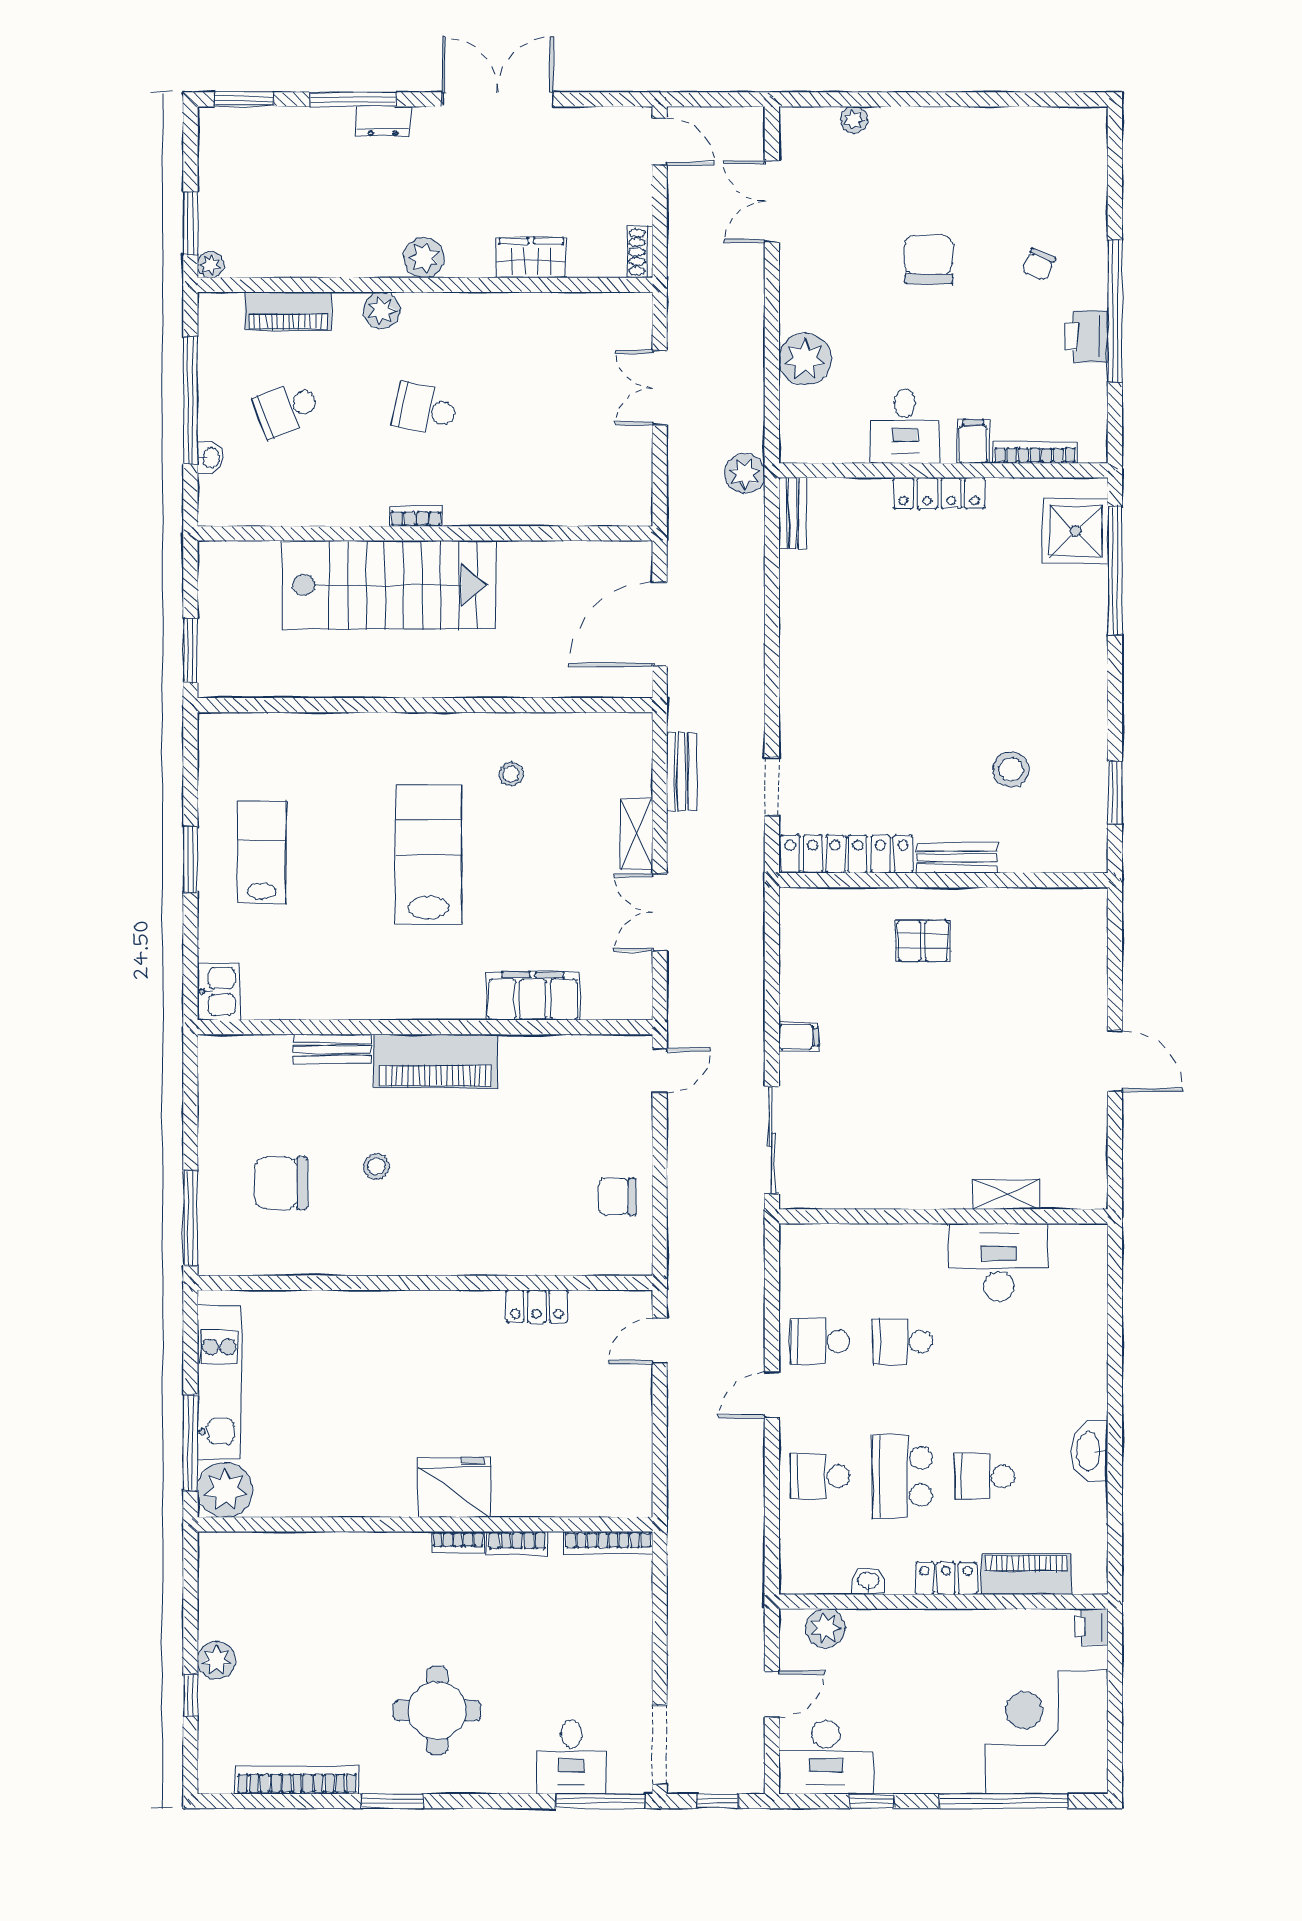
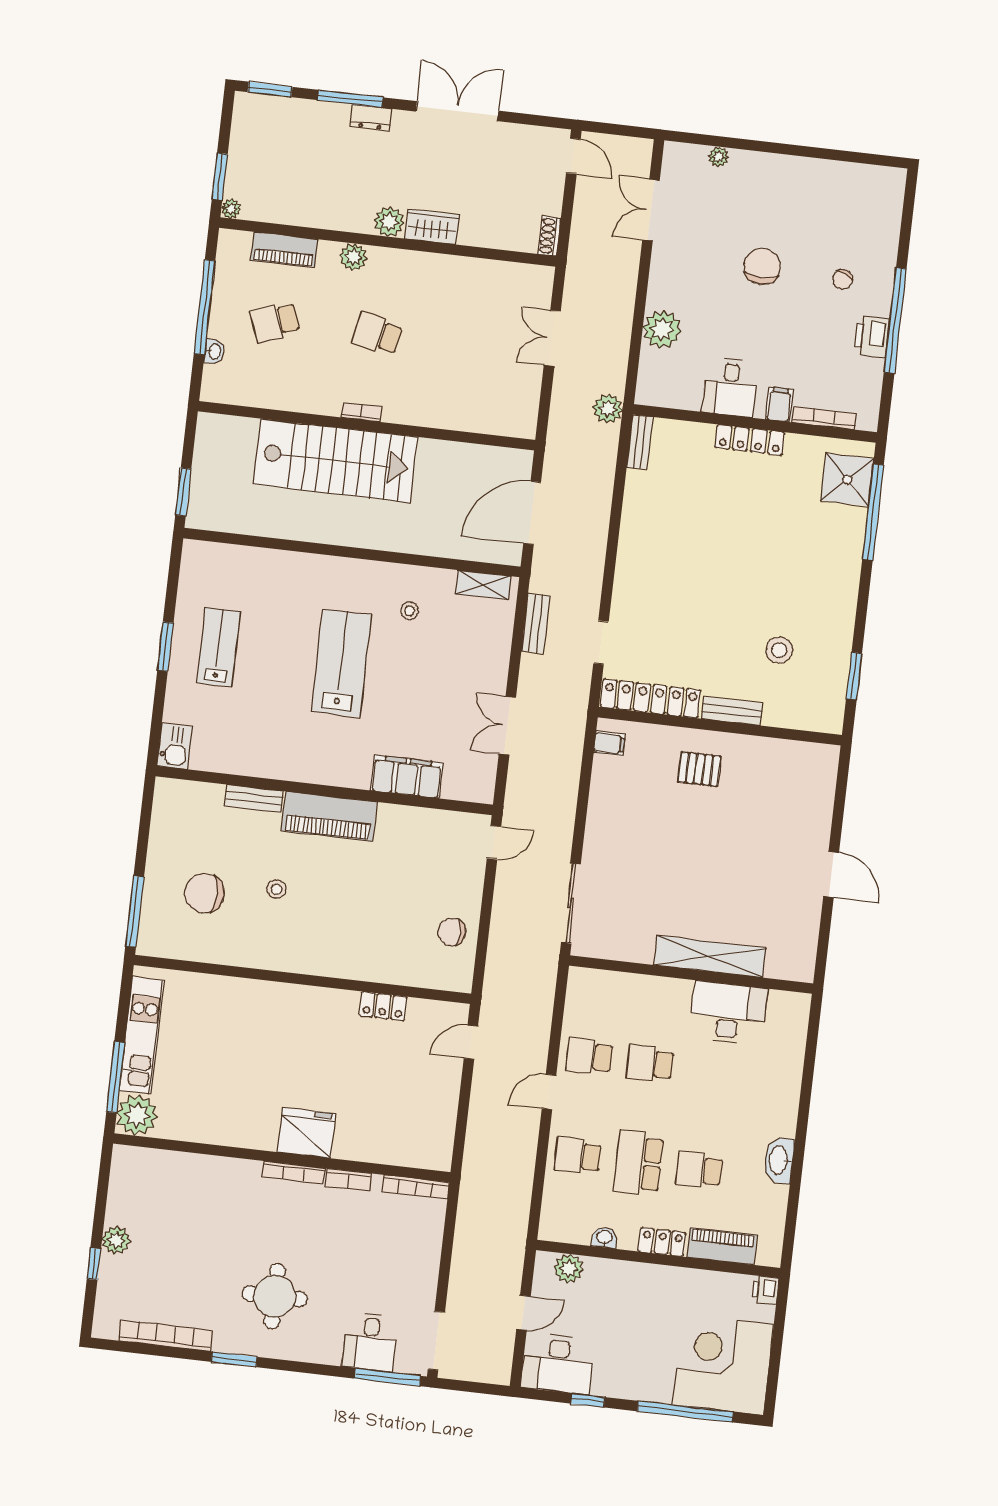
wardrobe: (531, 258) -> (432, 227), moved
shelving: (637, 834) -> (483, 585), moved, turned 90
filing cabinet: (798, 1037) -> (609, 744), moved
shelving: (1006, 1194) -> (710, 956), width x2.20, depth x1.33
bookcase: (458, 1542) -> (294, 1172), width x1.56
window: (717, 1801) -> (474, 1387), removed

